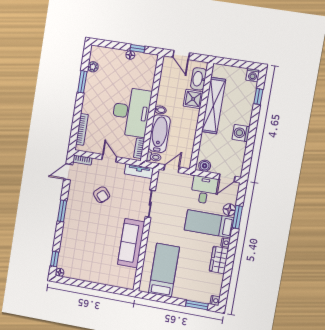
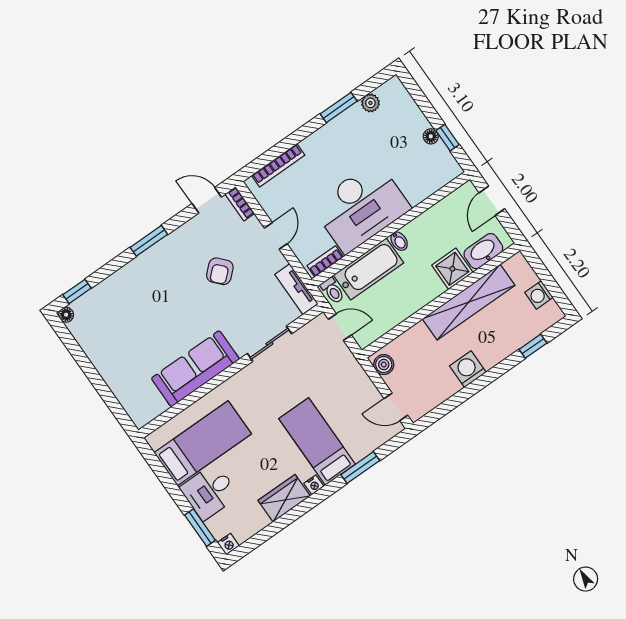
washing machine: (253, 75) -> (539, 295), moved
desk: (204, 190) -> (209, 492), moved, turned 180
floor lamp: (229, 210) -> (359, 449), removed

